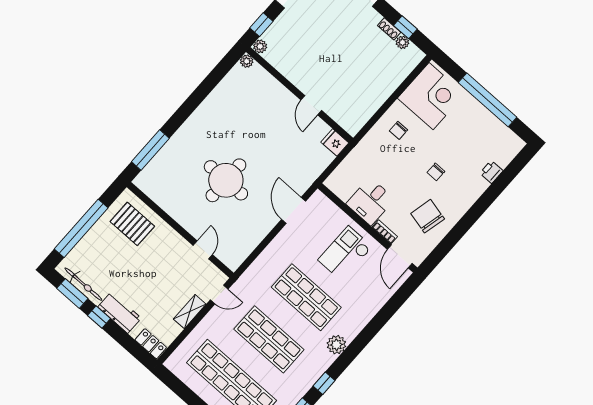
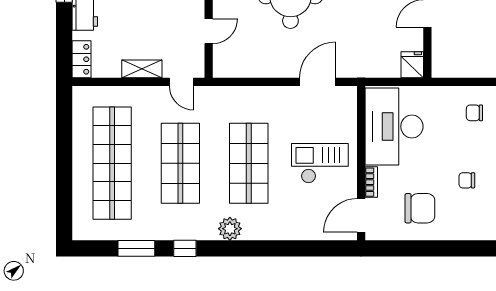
desk: (370, 201) -> (394, 126), width x1.87, depth x1.30
chair: (428, 216) -> (420, 208), turned 77

